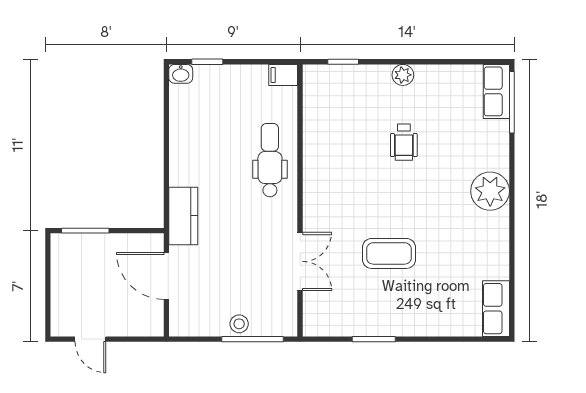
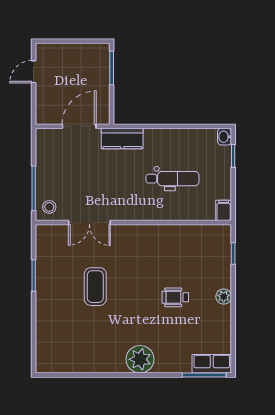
dental chair: (270, 160) -> (172, 179), moved
row of seats: (496, 309) -> (56, 364), removed
stool: (239, 324) -> (49, 207), moved

